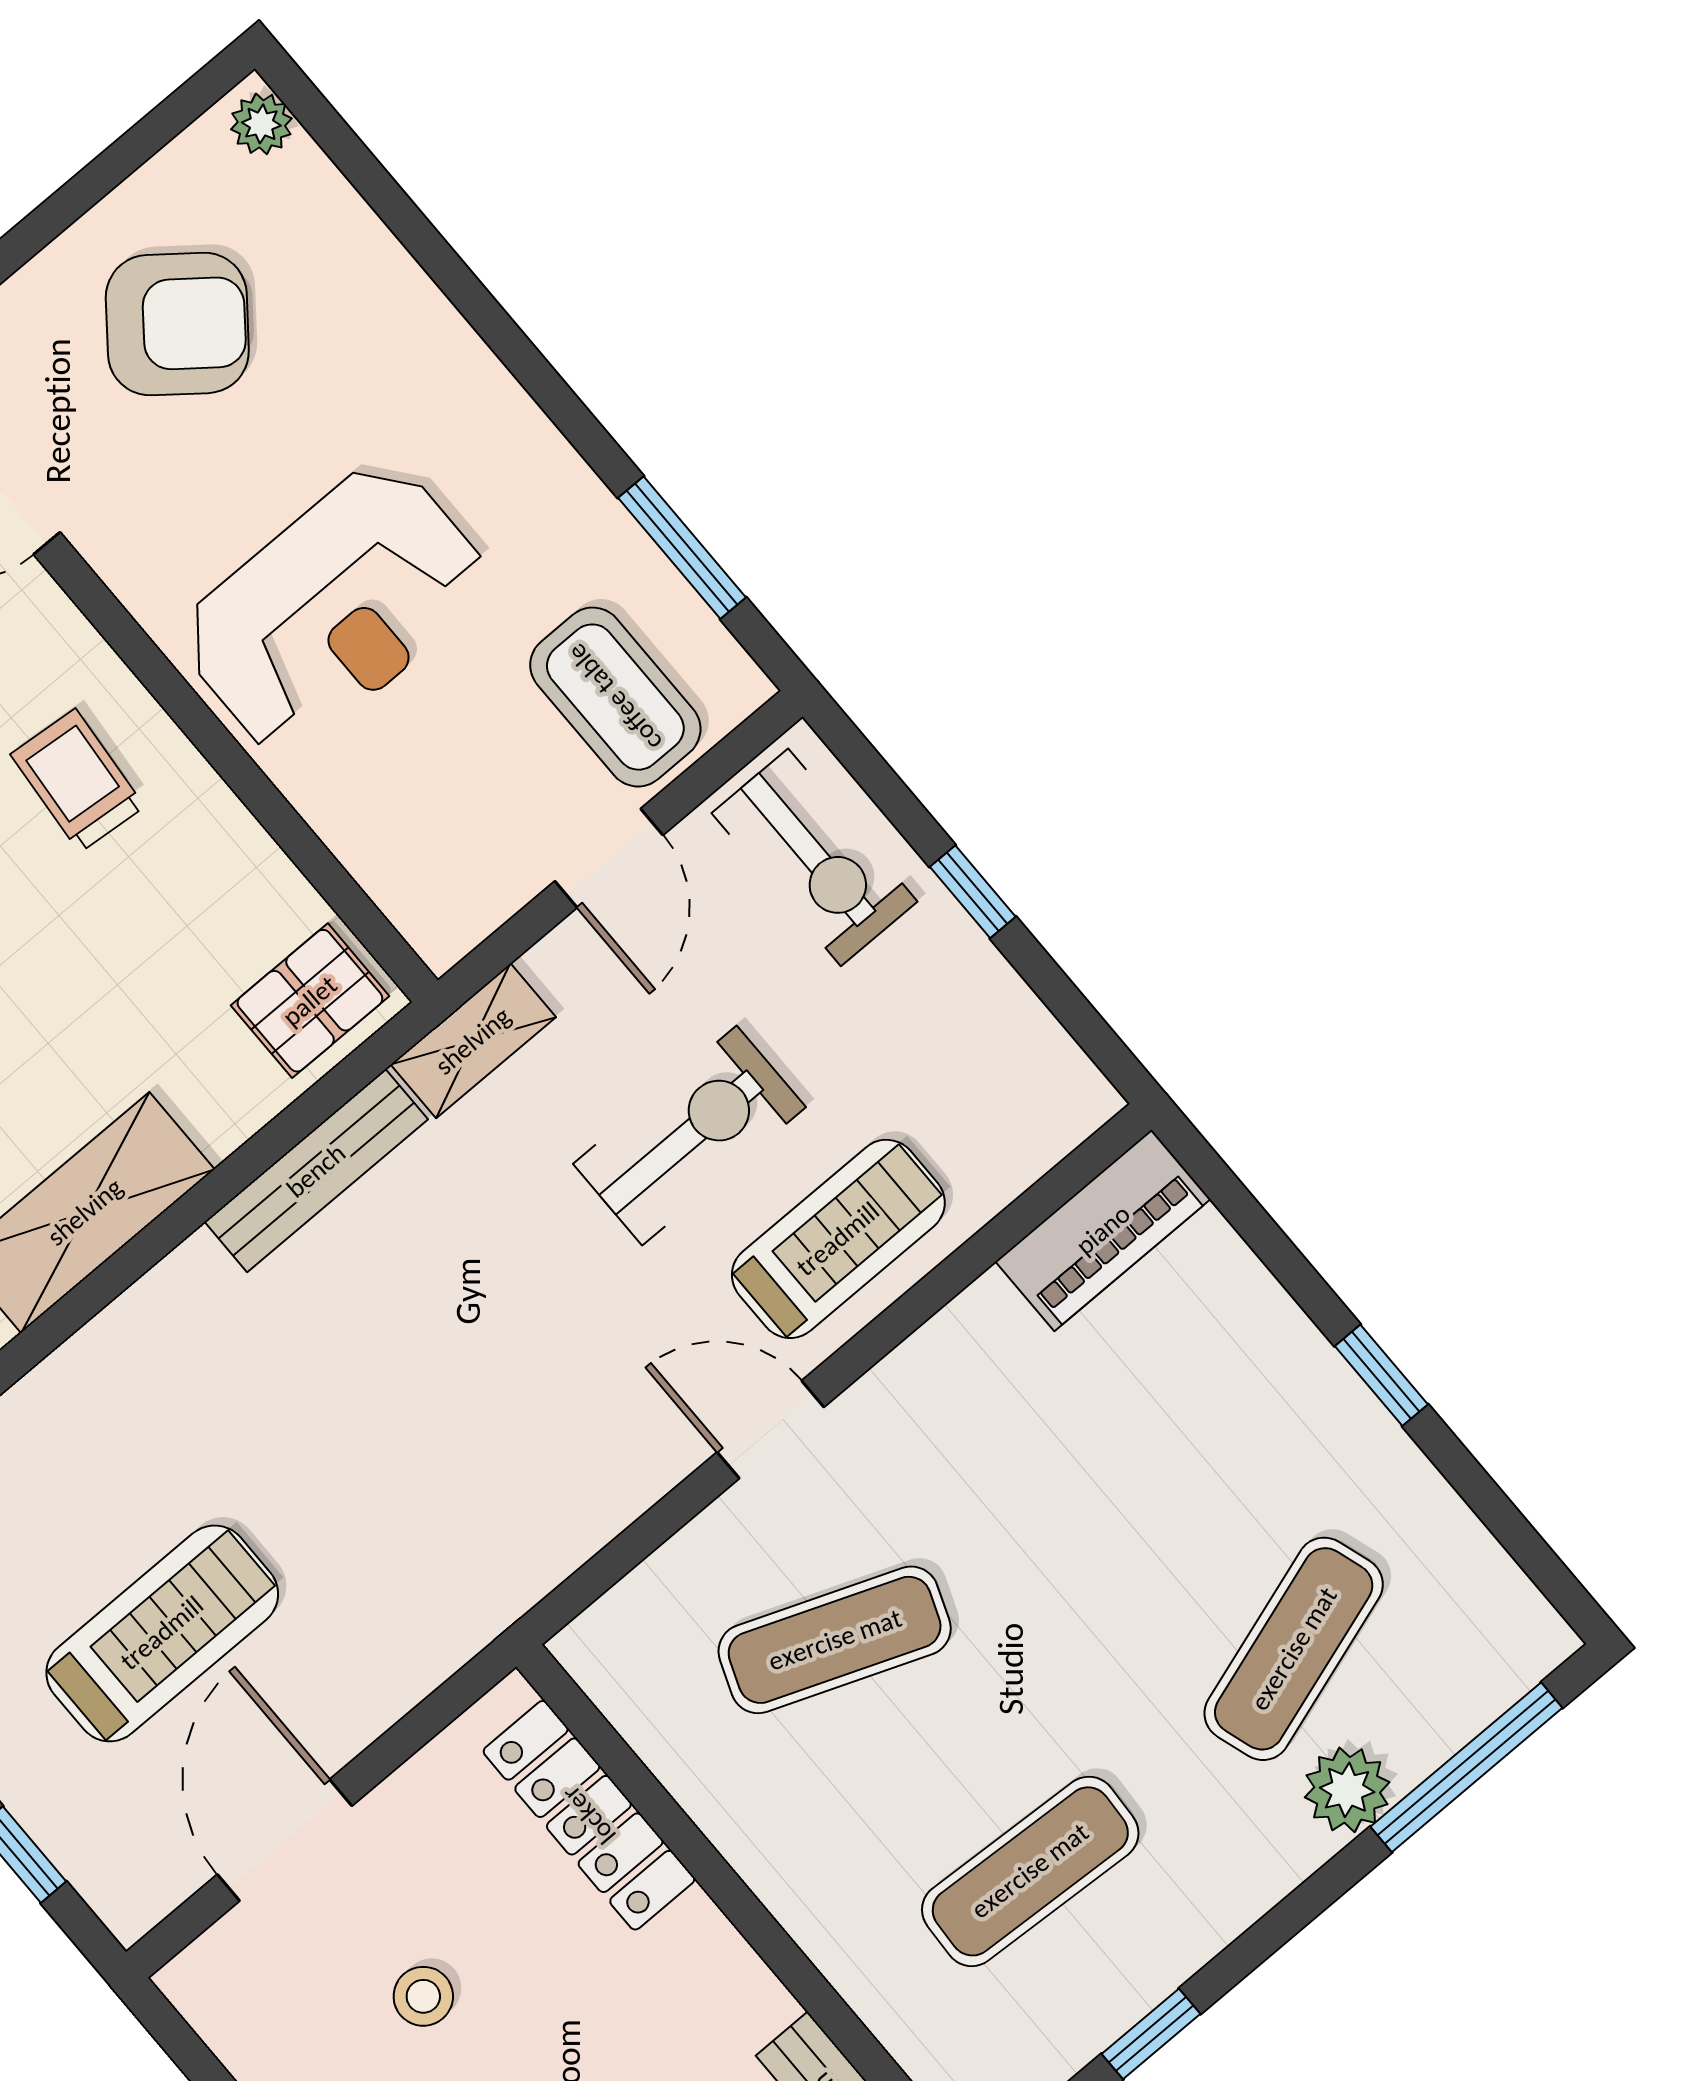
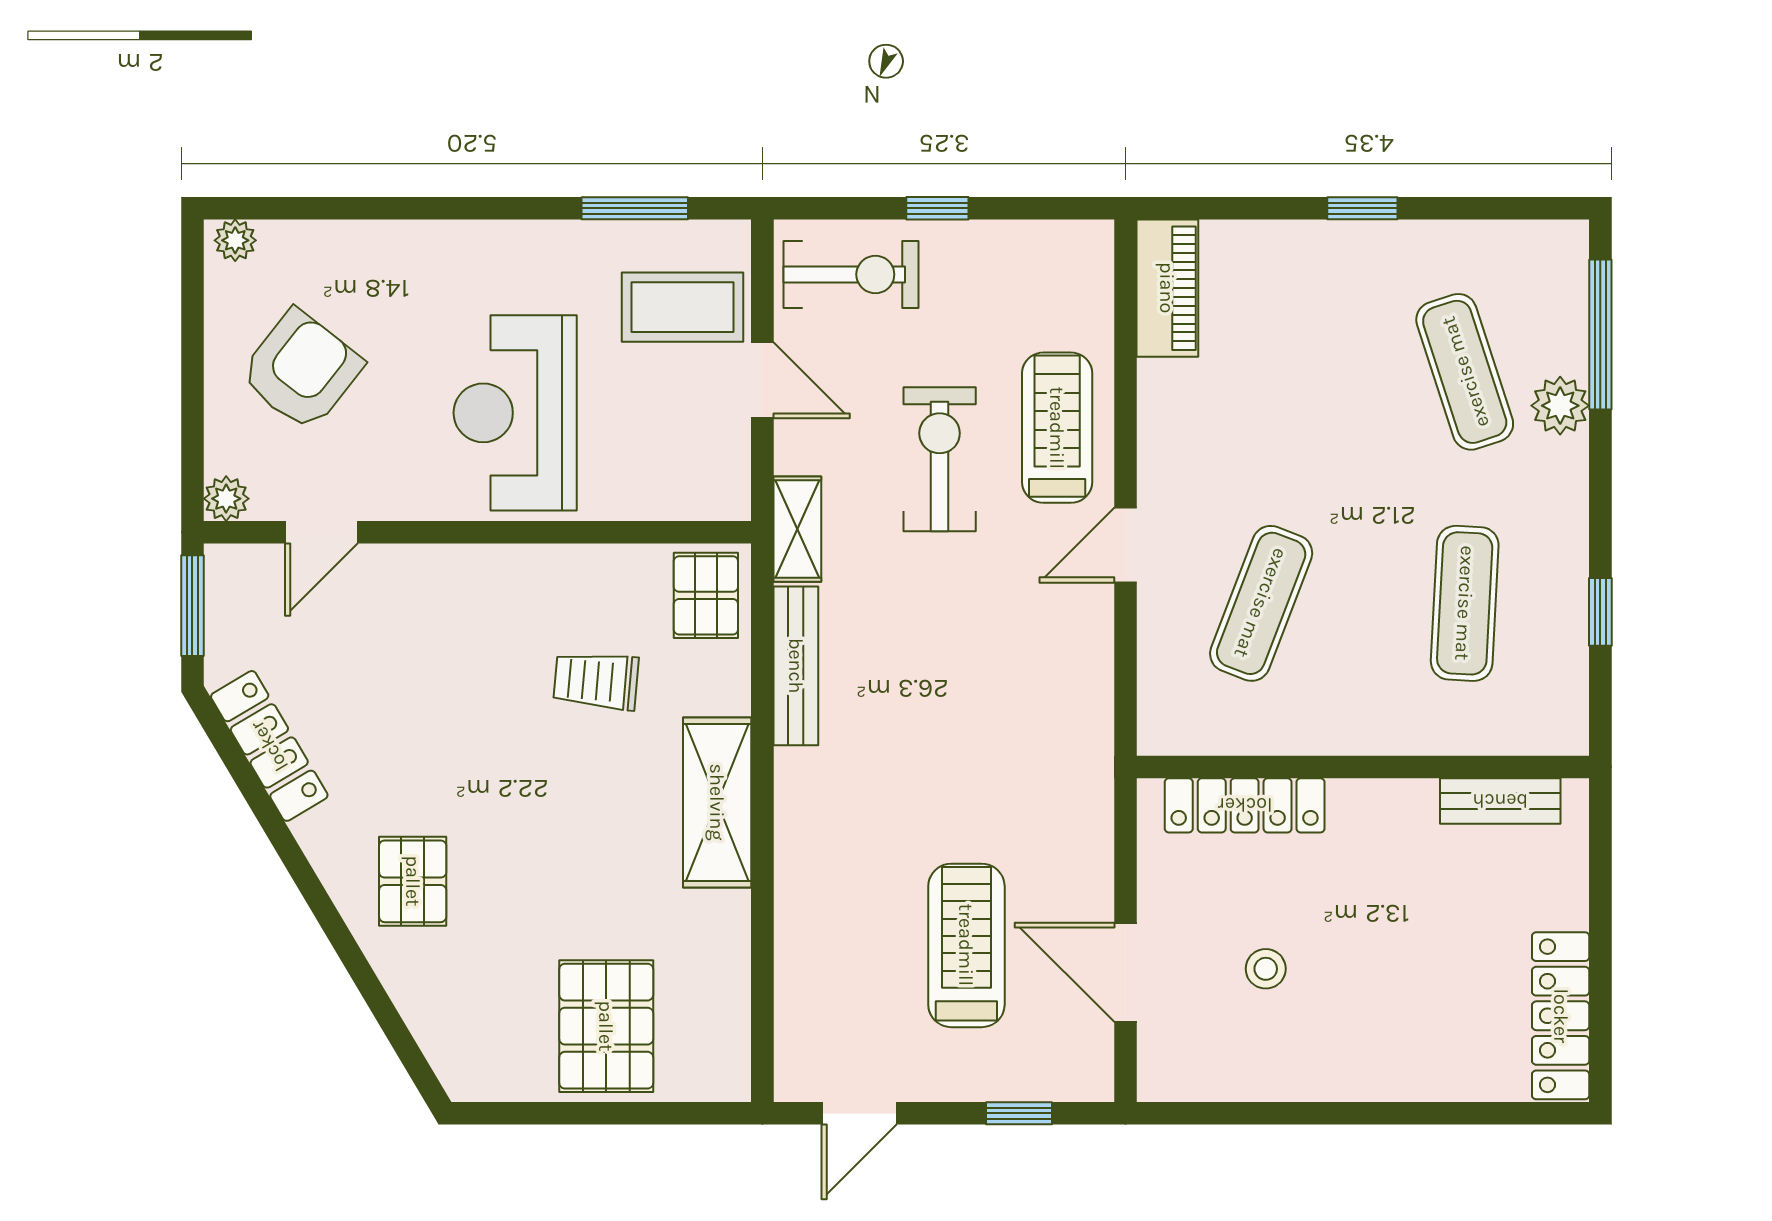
reception desk: (334, 608) -> (515, 413), turned 180
trolley: (78, 780) -> (596, 681), moved

